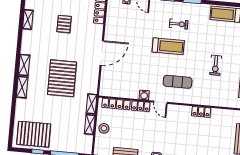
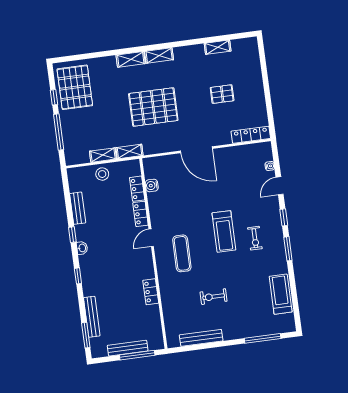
water cooler: (144, 95) -> (152, 185), moved
locker: (116, 104) -> (137, 189), width x0.66

